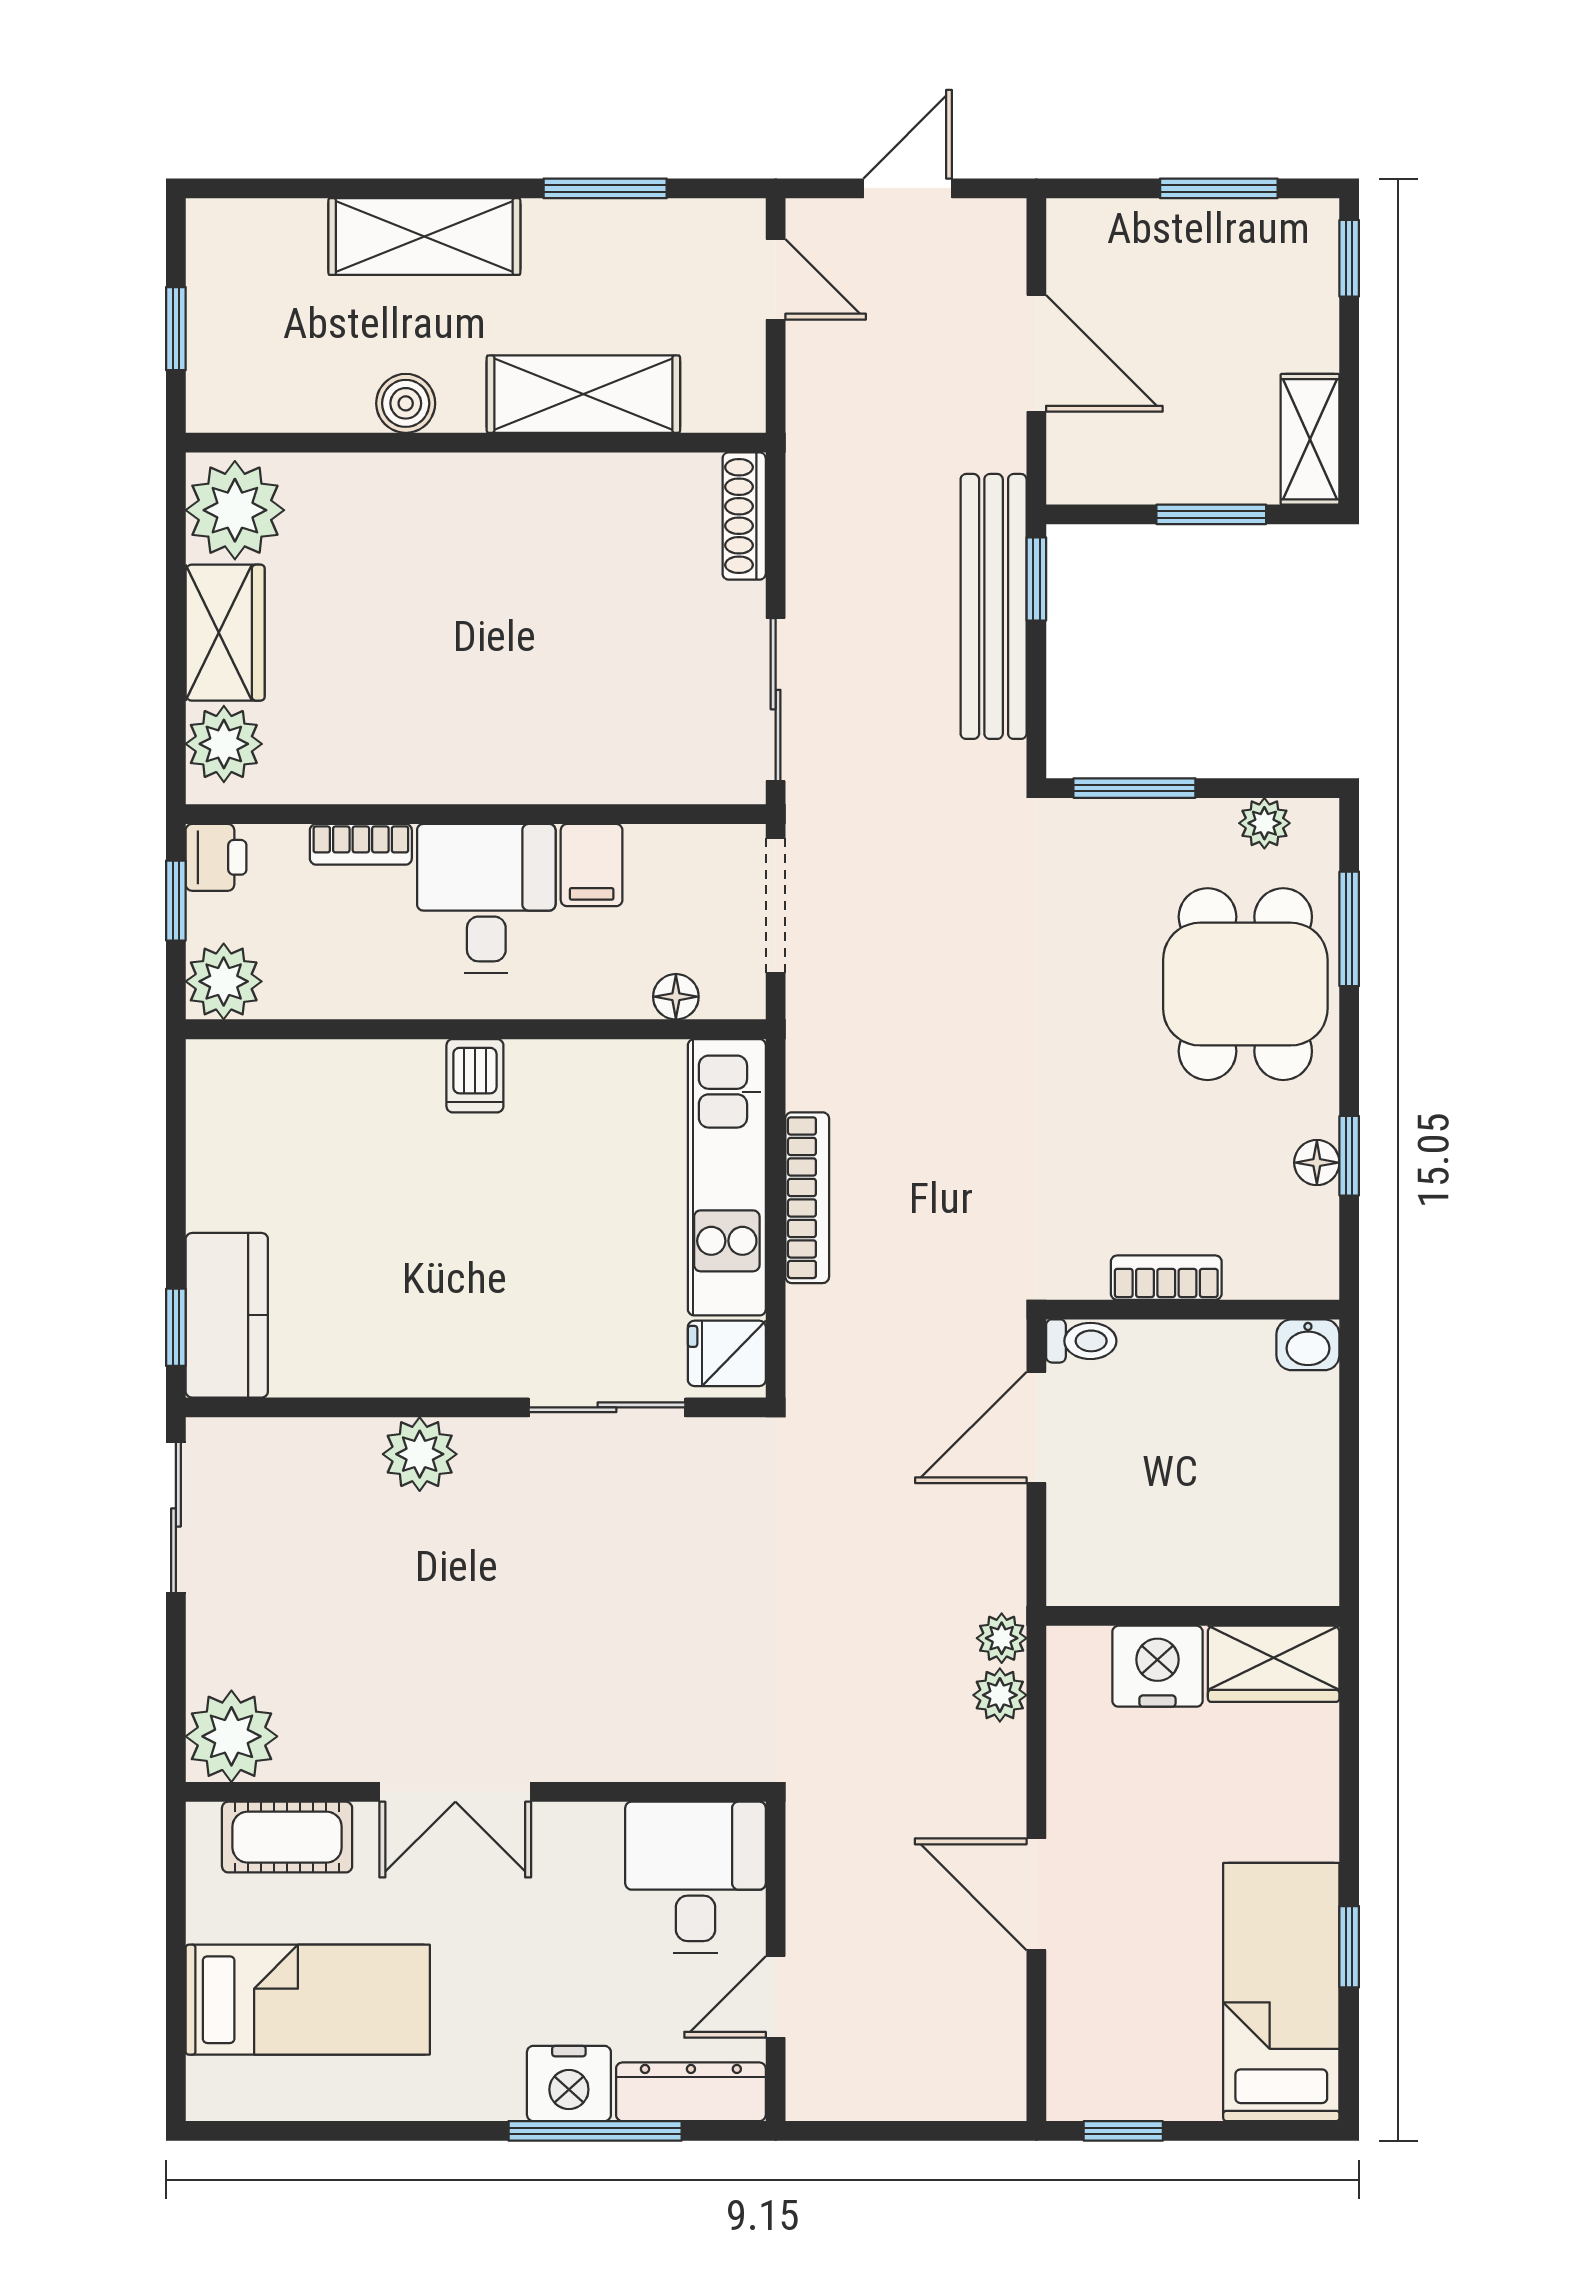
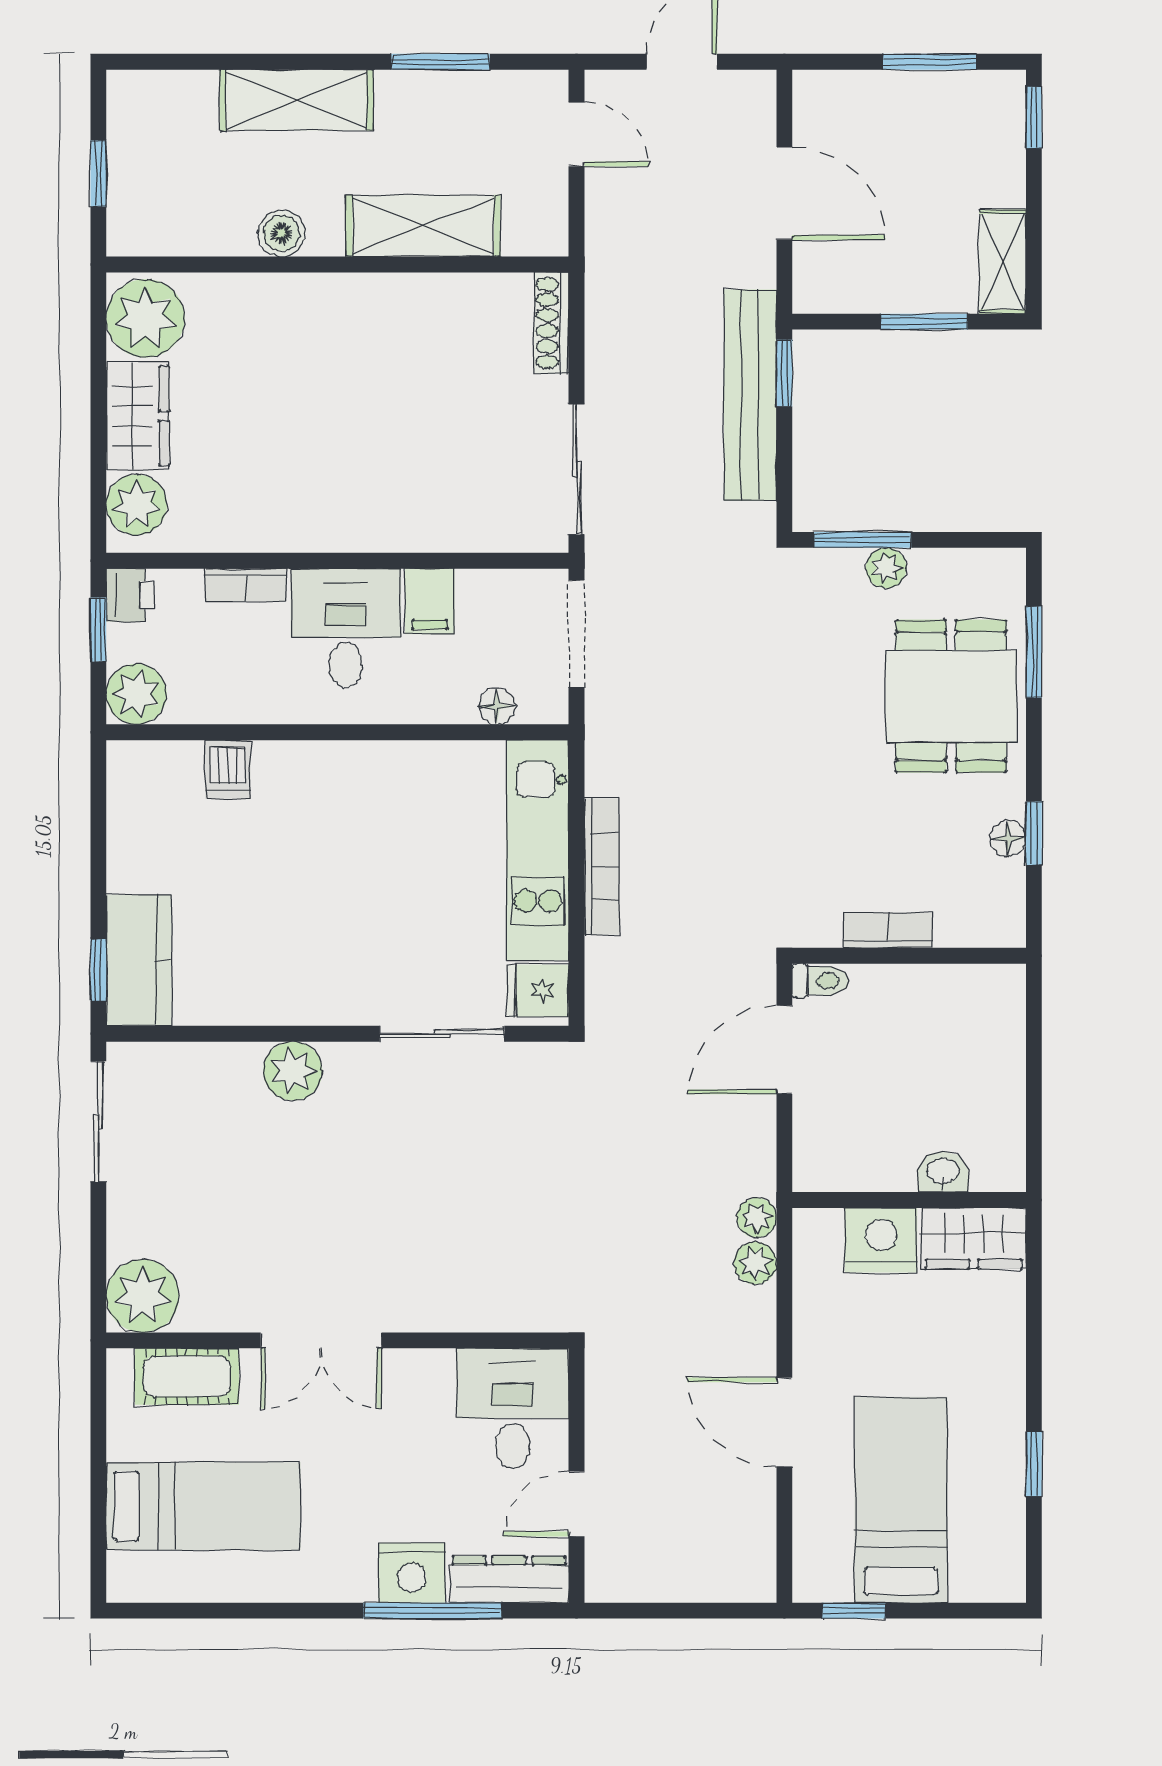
plant: (1264, 823) -> (886, 568), moved
dishwasher: (475, 1076) -> (228, 769), moved
washbasin: (1308, 1345) -> (943, 1172), moved, turned 180
bed: (1281, 1992) -> (901, 1500), moved

